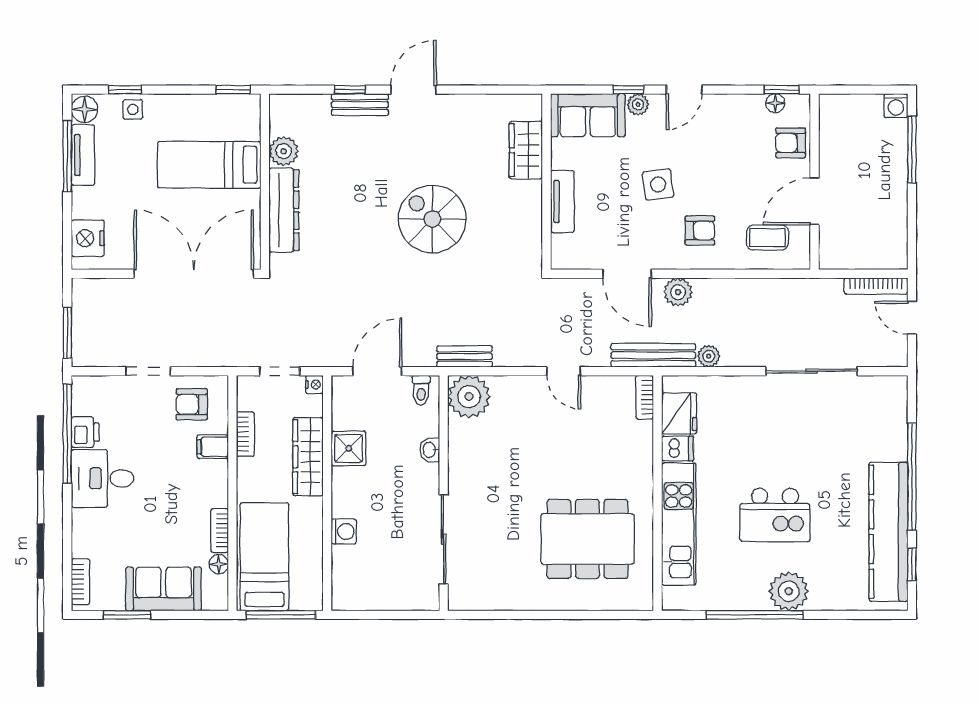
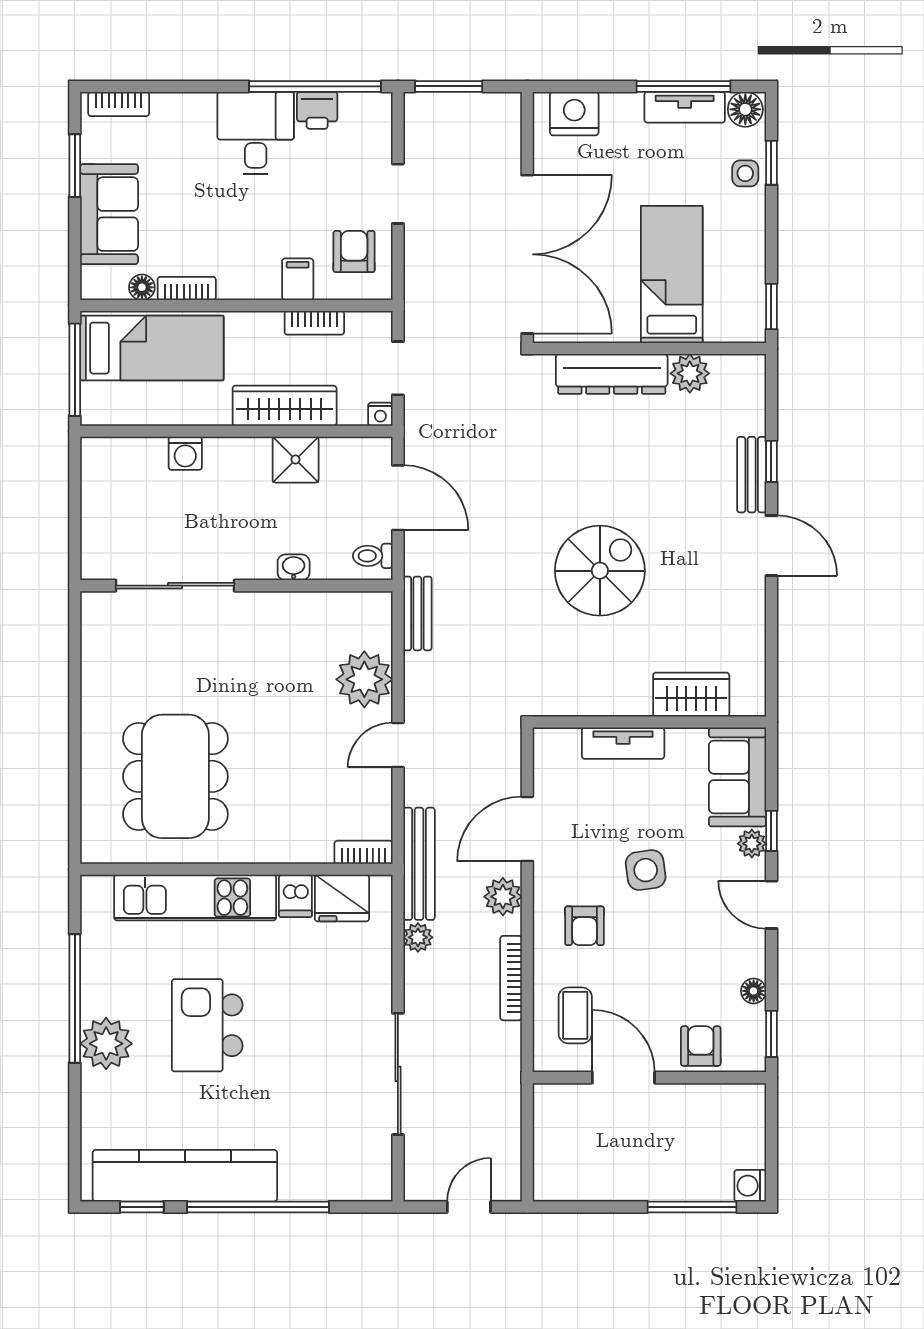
floor lamp: (775, 103) -> (754, 991), moved
bookcase: (876, 286) -> (511, 978), moved
plant: (469, 397) -> (364, 679), moved

